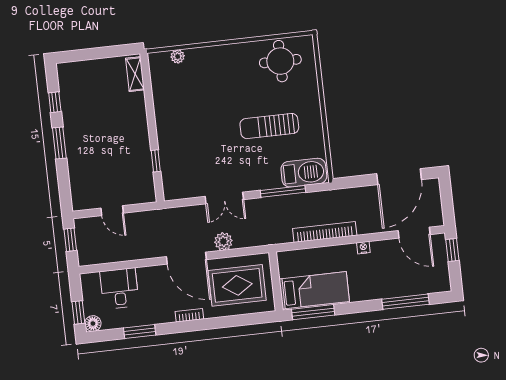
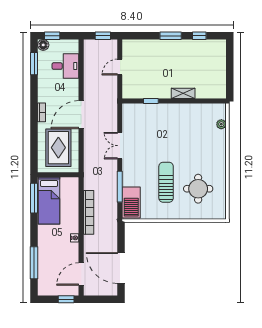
round table: (280, 61) -> (198, 189), moved
shelving: (135, 74) -> (183, 93), moved
plant: (223, 241) -> (90, 142), removed
window: (140, 332) -> (34, 64), moved

